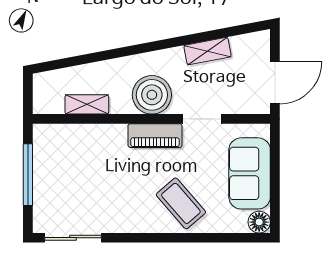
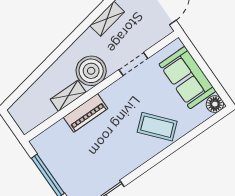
shelving: (87, 104) -> (68, 96), moved
piano: (155, 136) -> (86, 113), moved

